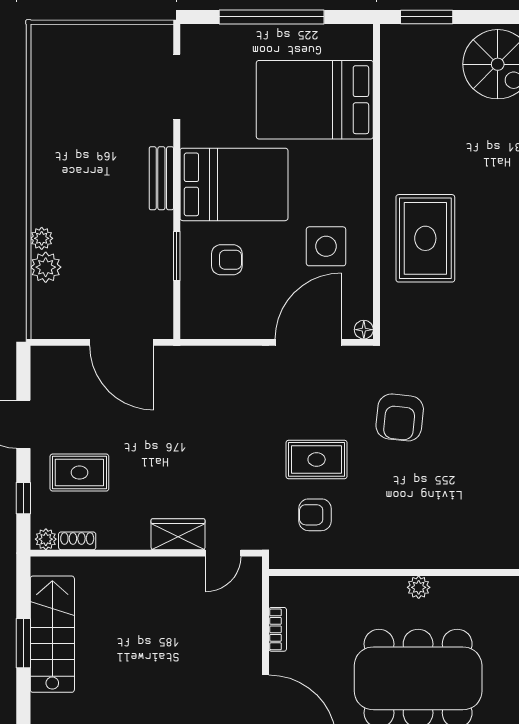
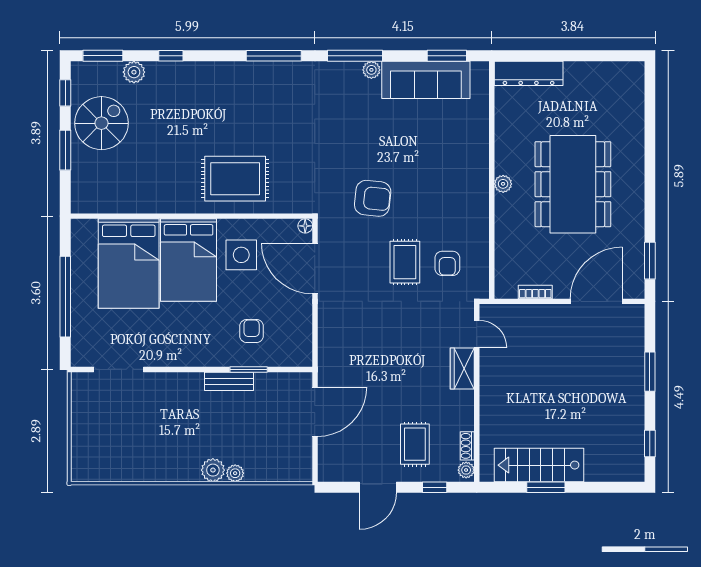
window: (427, 17) -> (65, 150), moved
bench: (161, 178) -> (229, 381), moved
bed: (234, 184) -> (189, 260), moved, turned 180
plant: (46, 267) -> (213, 470), moved

